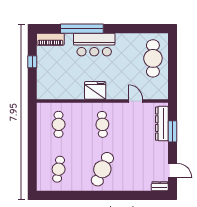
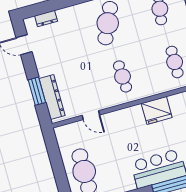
fridge: (95, 90) -> (157, 110), moved
dresser: (160, 186) -> (46, 18), moved

